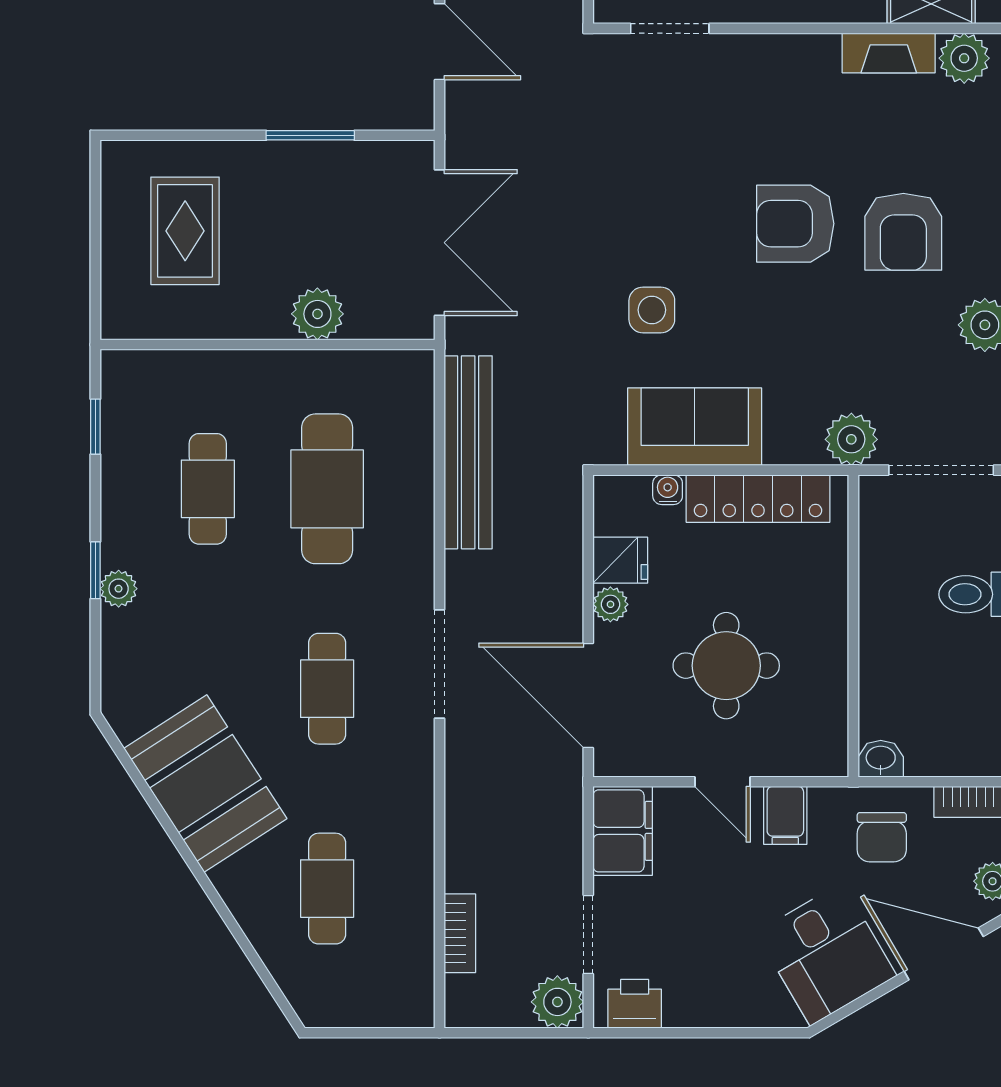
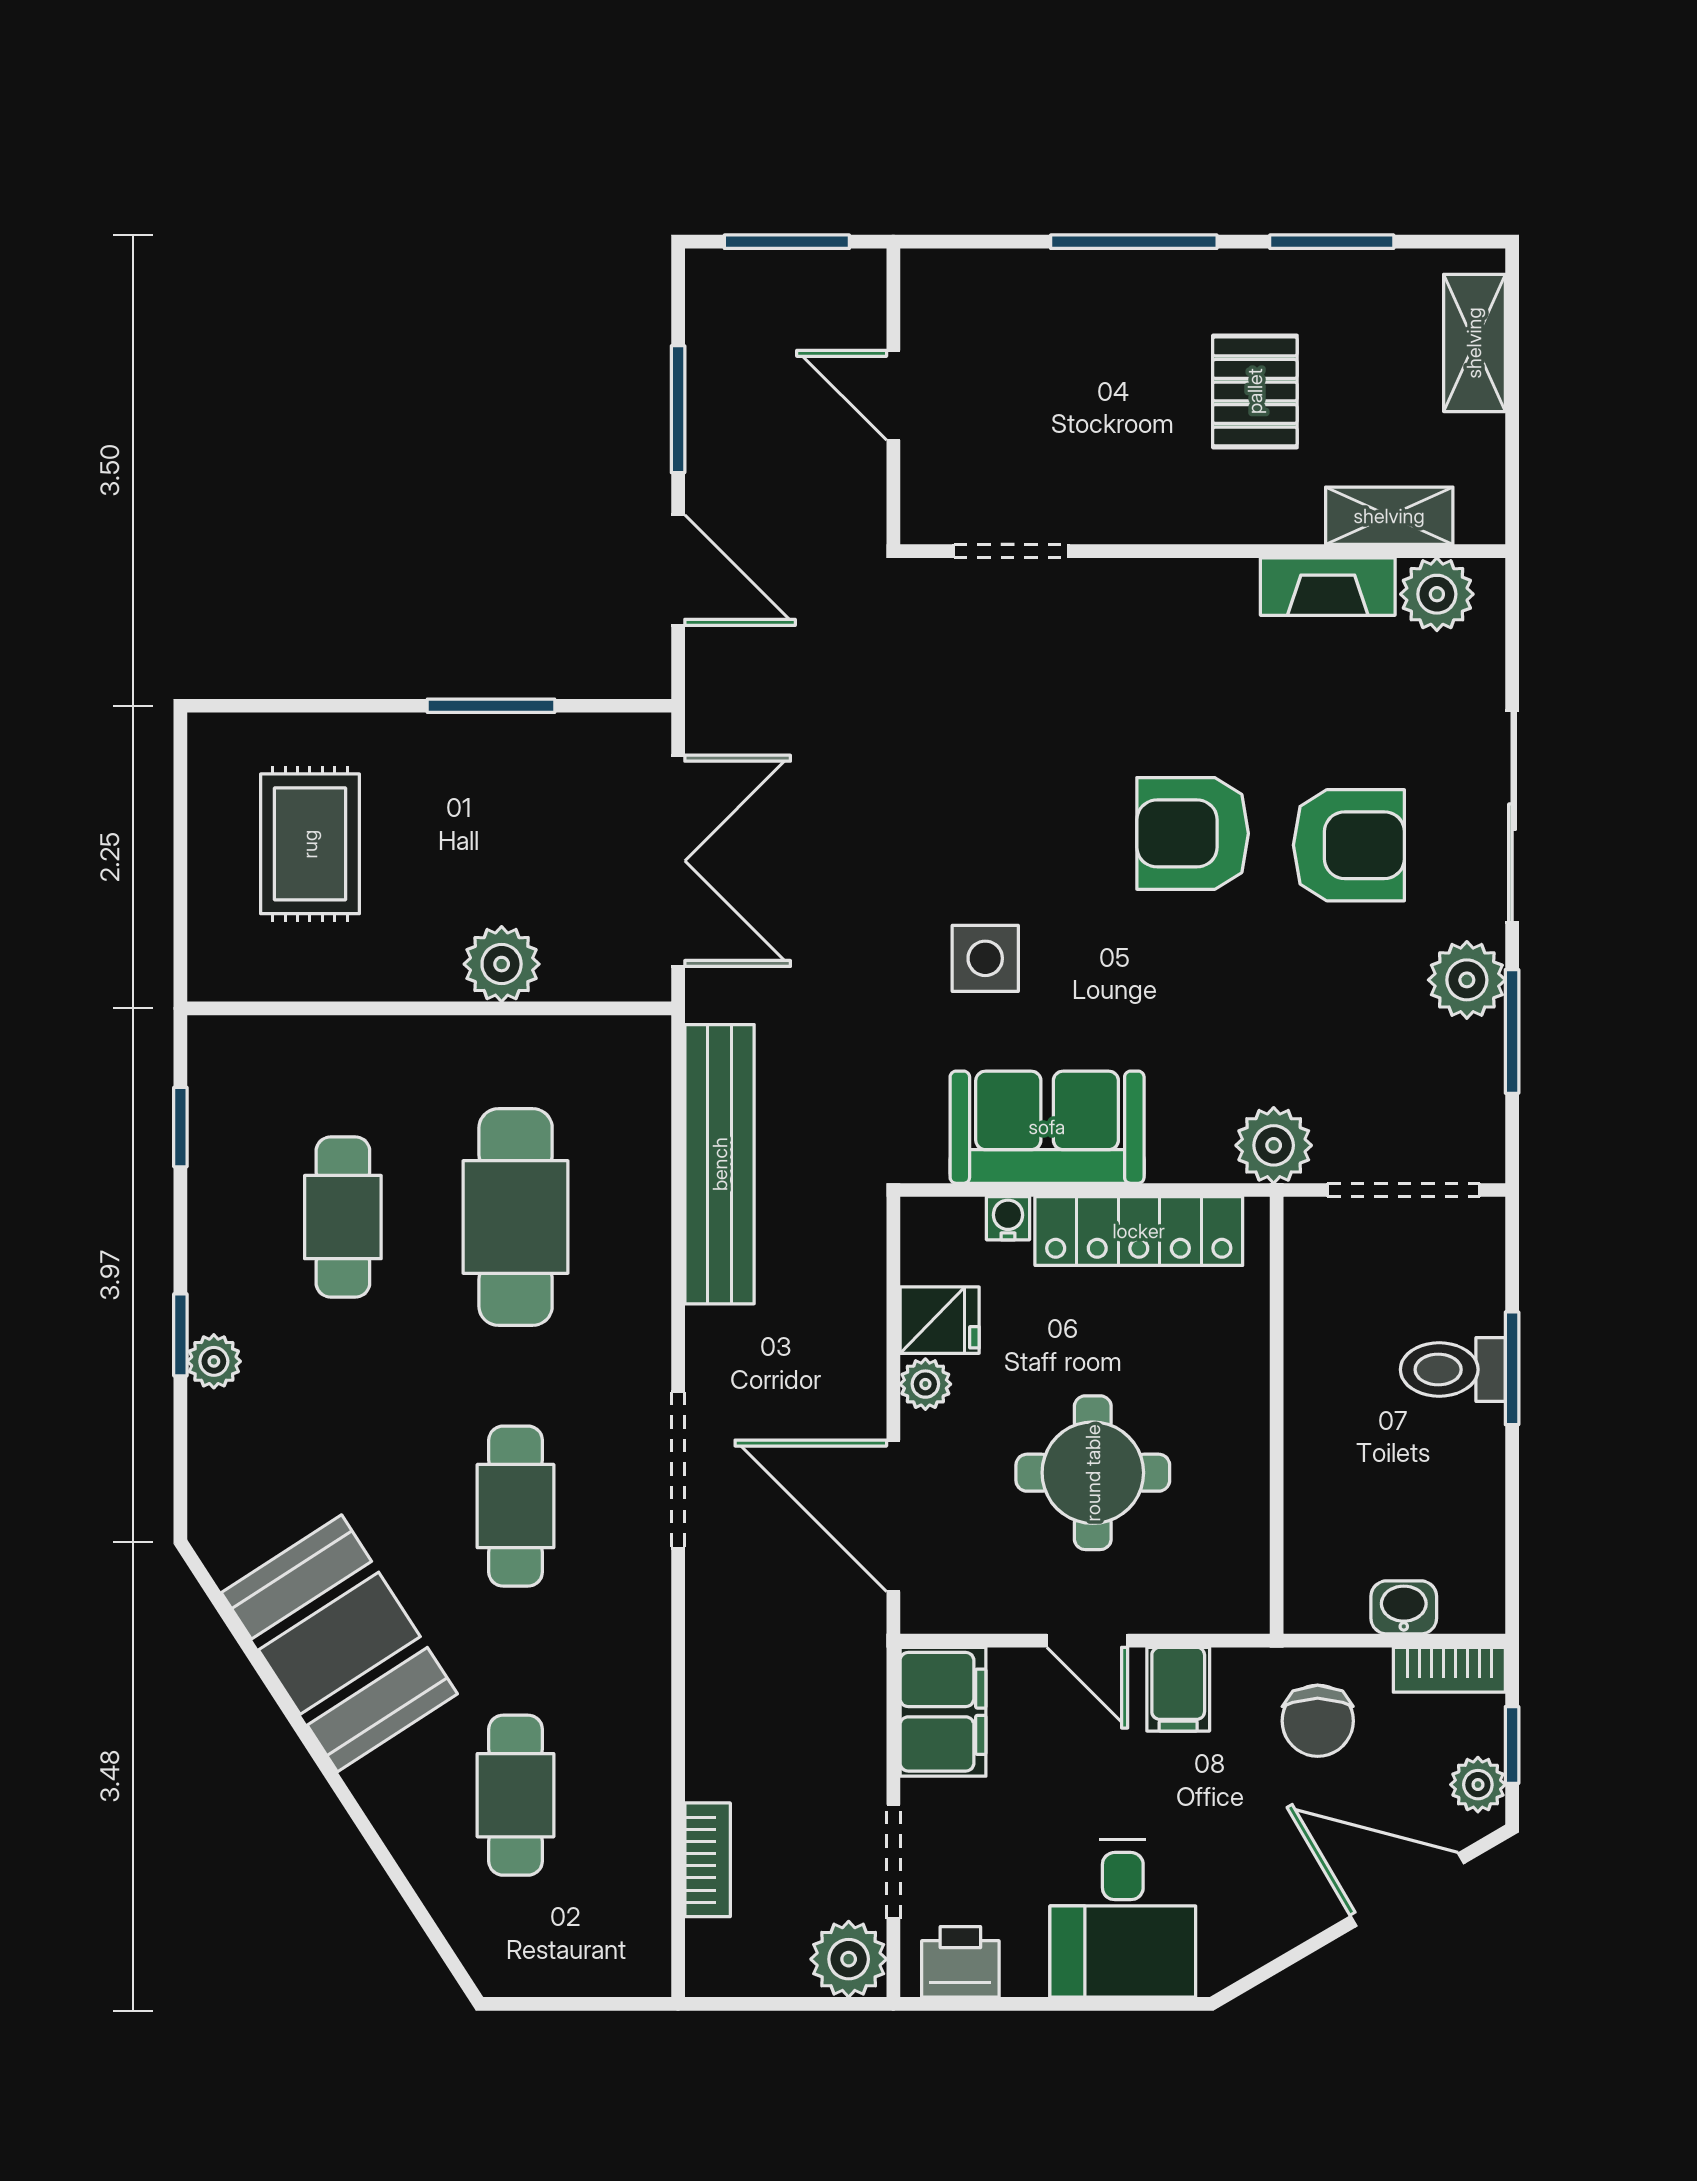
armchair: (903, 232) -> (1349, 845), turned -90
washbasin: (881, 759) -> (1404, 1607), moved
desk: (826, 954) -> (1123, 1918), moved, turned 30

